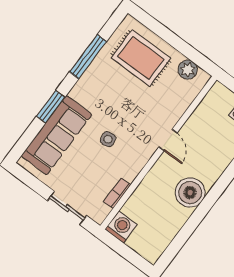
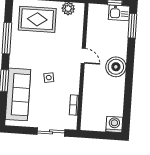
boiler: (190, 193) -> (116, 67), moved
washing machine: (121, 227) -> (114, 124), moved

